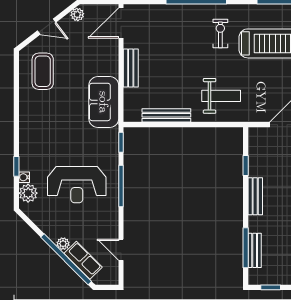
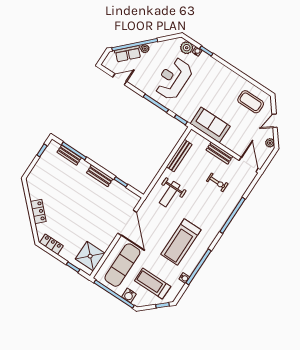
exercise bike: (220, 33) -> (217, 182), moved

